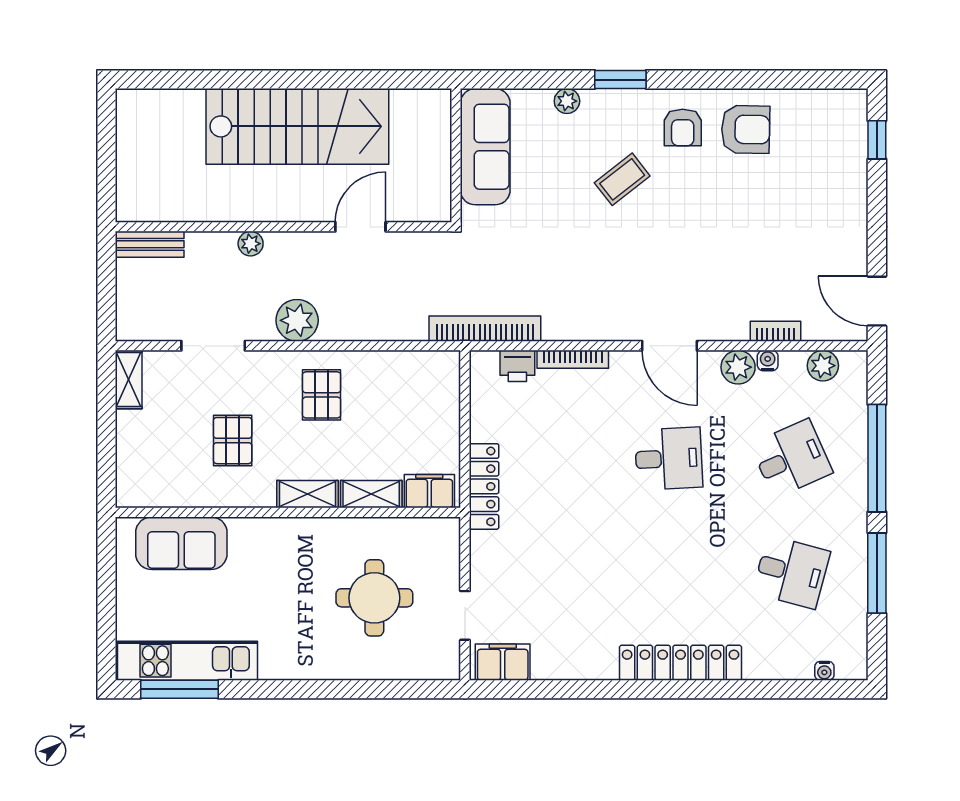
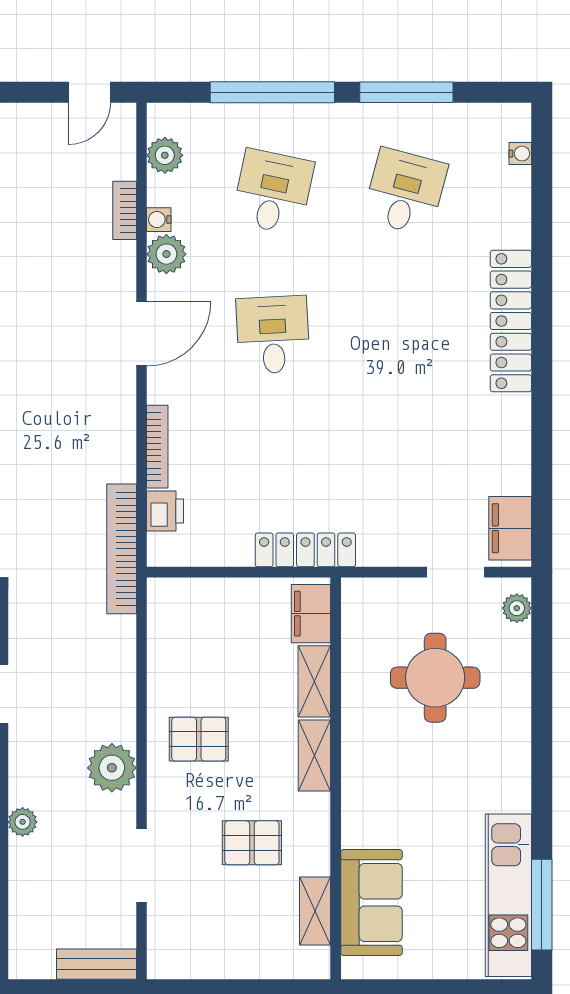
bench: (150, 244) -> (96, 964), moved, turned 90
door: (877, 301) -> (90, 92), width x0.73
shelving: (129, 380) -> (315, 911), moved, turned 90
desk: (791, 459) -> (273, 192), turned 36
plant: (434, 668) -> (517, 608), added

